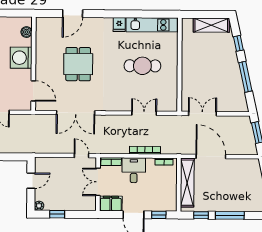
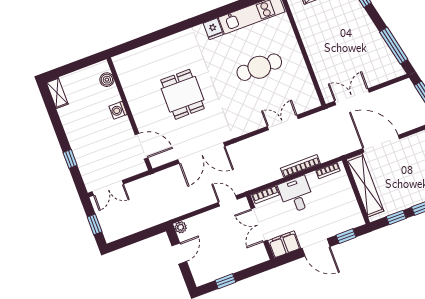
door: (73, 14) -> (153, 37), removed
washing machine: (21, 58) -> (118, 110), width x0.53, depth x0.53
window: (245, 77) -> (394, 46), moved
plant: (39, 206) -> (181, 227), moved

